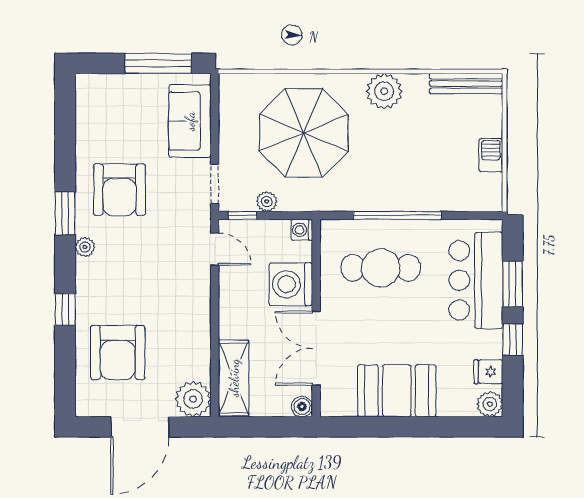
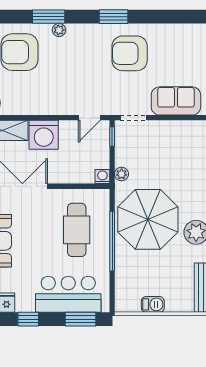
parasol: (304, 133) -> (148, 219), moved
plant: (267, 202) -> (122, 174), moved
plant: (85, 247) -> (59, 30), moved
washing machine: (291, 284) -> (44, 135), moved, turned 180
window: (513, 284) -> (80, 319), moved
window: (65, 309) -> (49, 17), width x1.50

